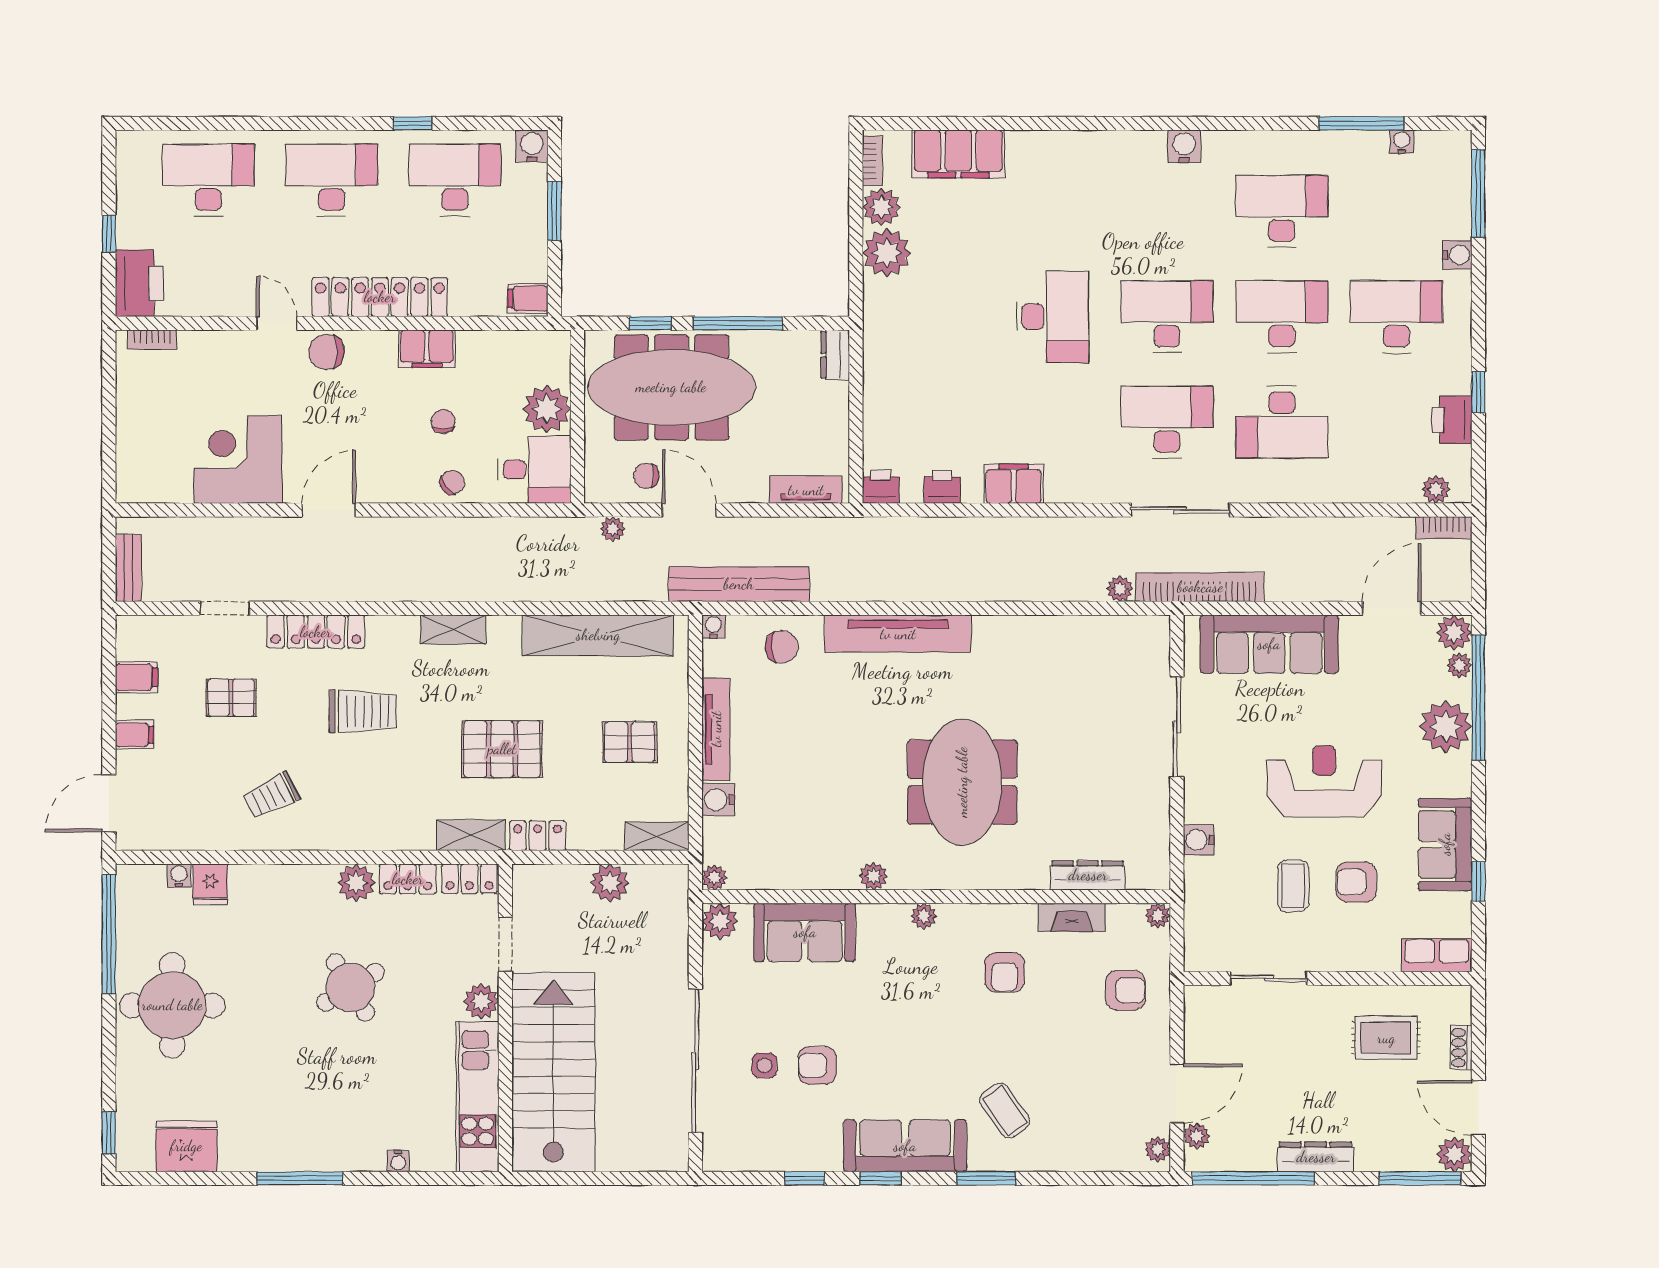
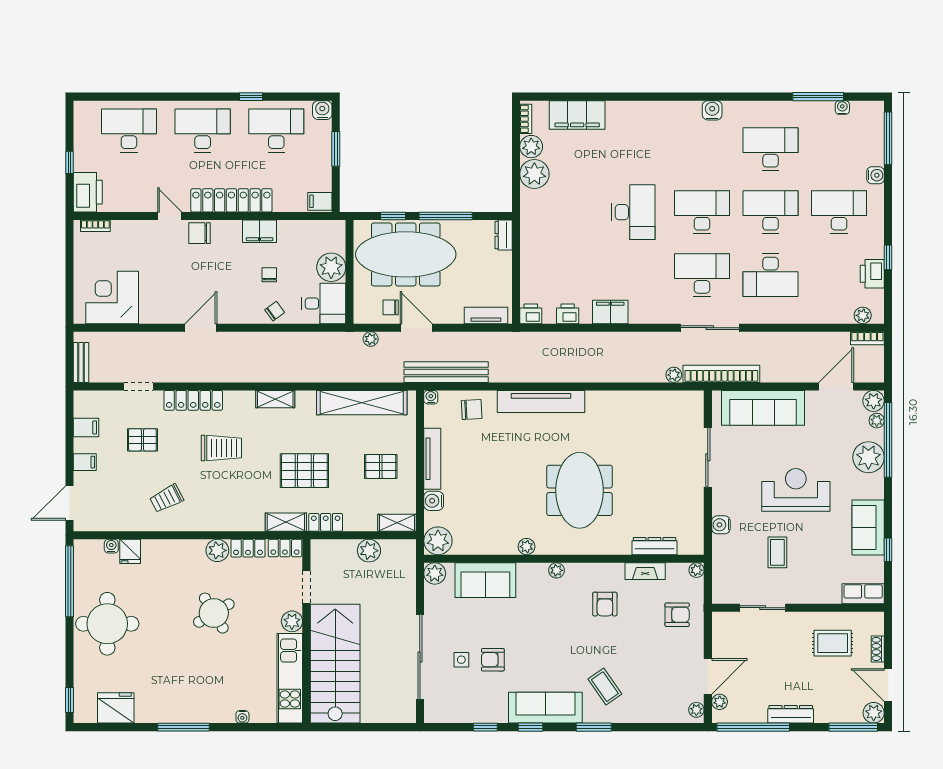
corner desk: (238, 459) -> (112, 297), moved
plant: (714, 878) -> (438, 541), width x1.88, depth x1.88
armchair: (1356, 882) -> (815, 550), removed

